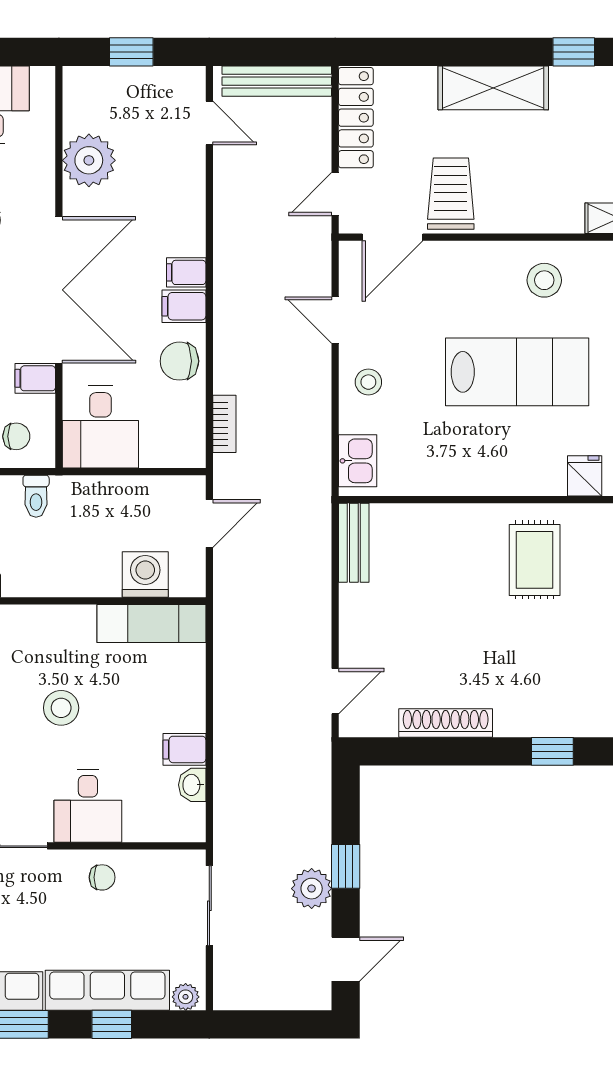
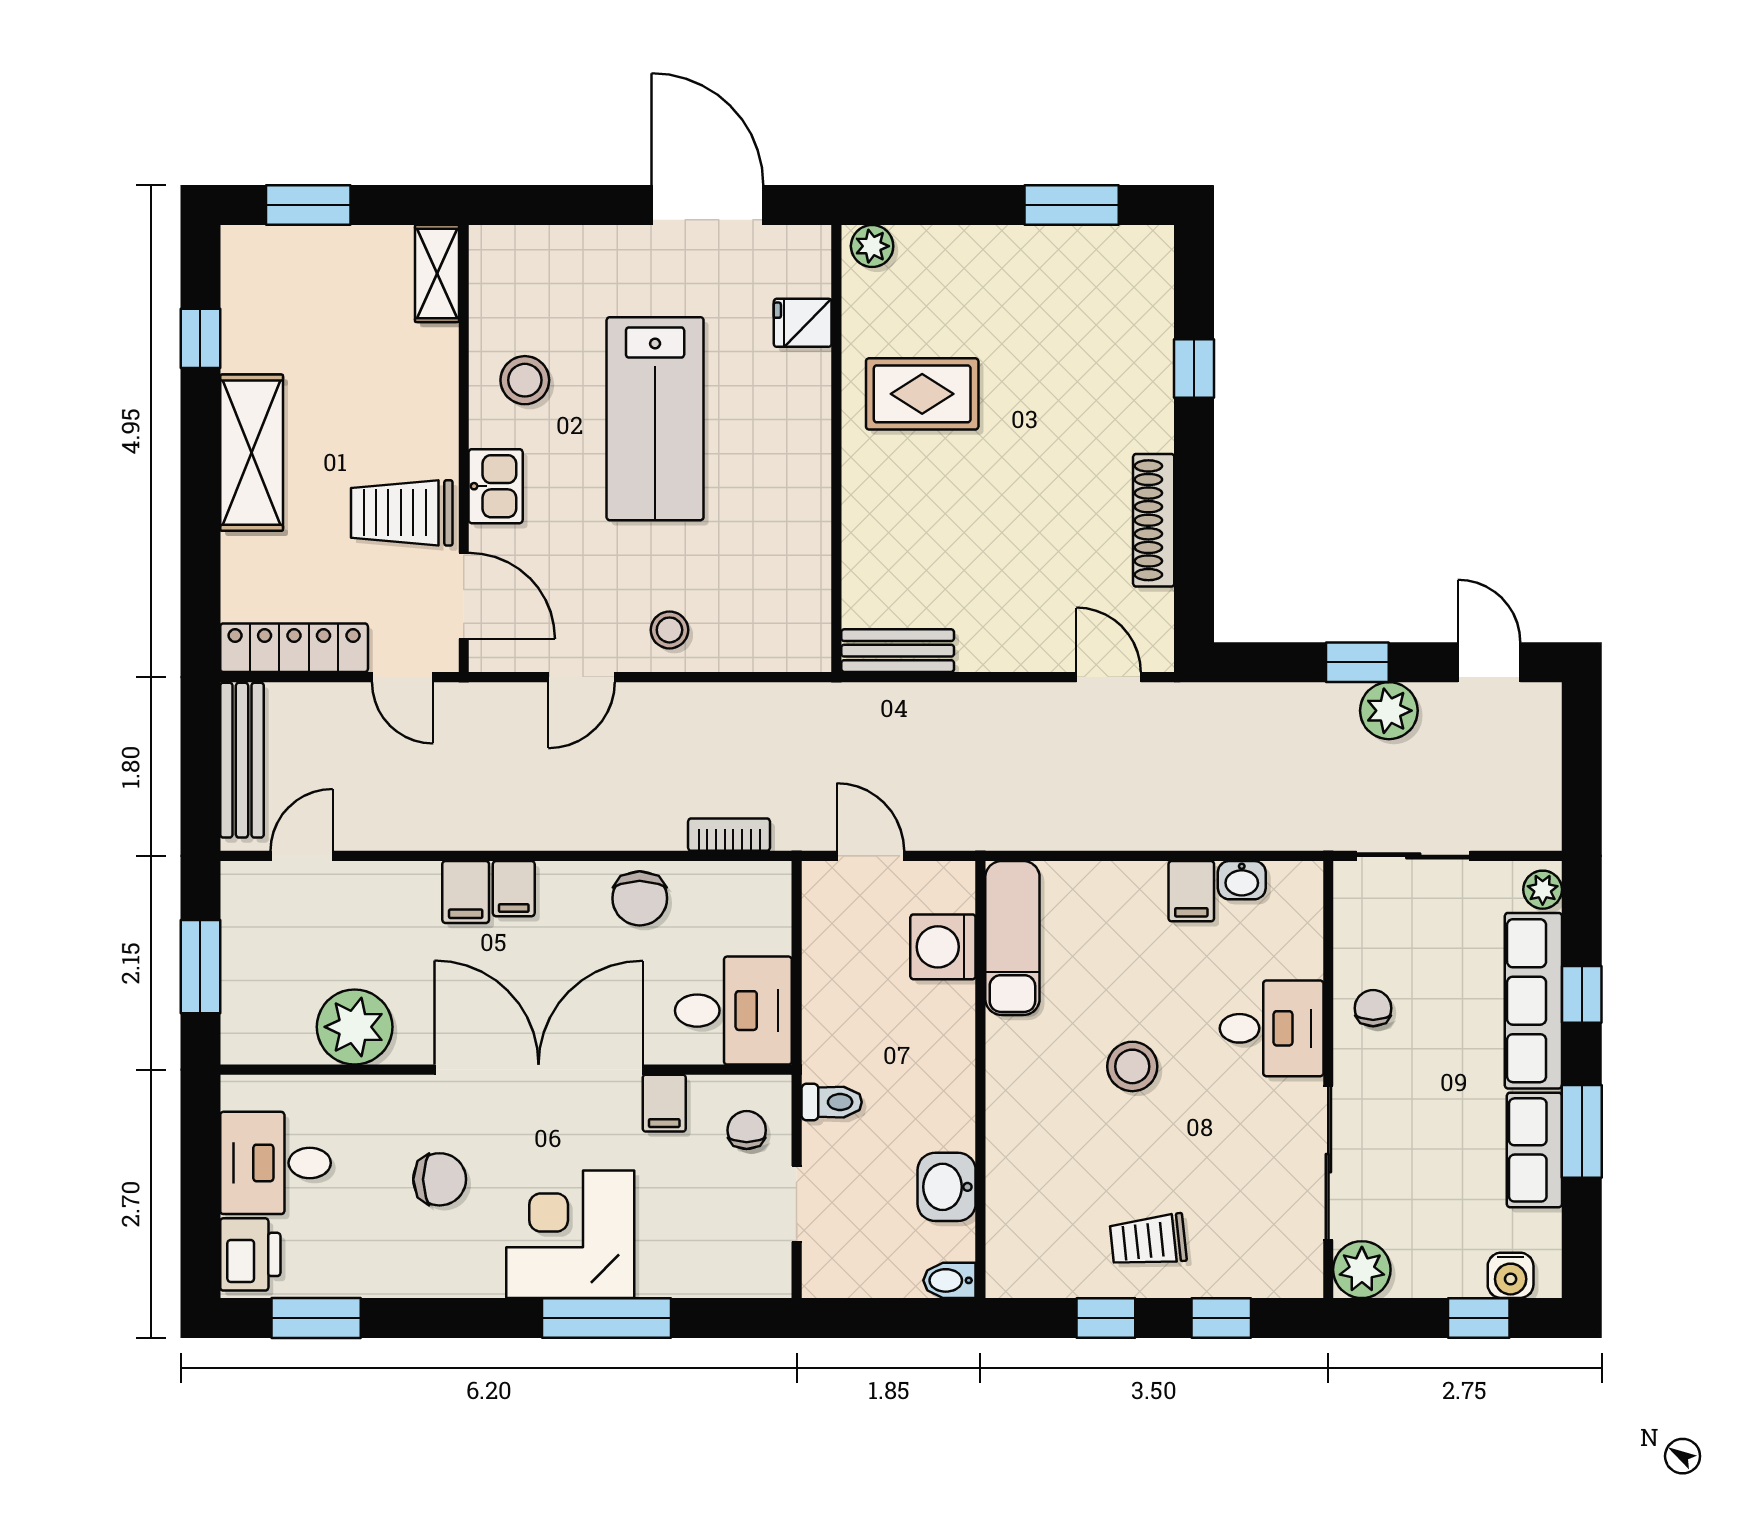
window: (131, 52) -> (200, 967), width x1.50
filing cabinet: (184, 306) -> (466, 892), moved
lab bench: (517, 372) -> (655, 419), turned 180
kitchen sink: (358, 461) -> (496, 486), moved, turned 90

